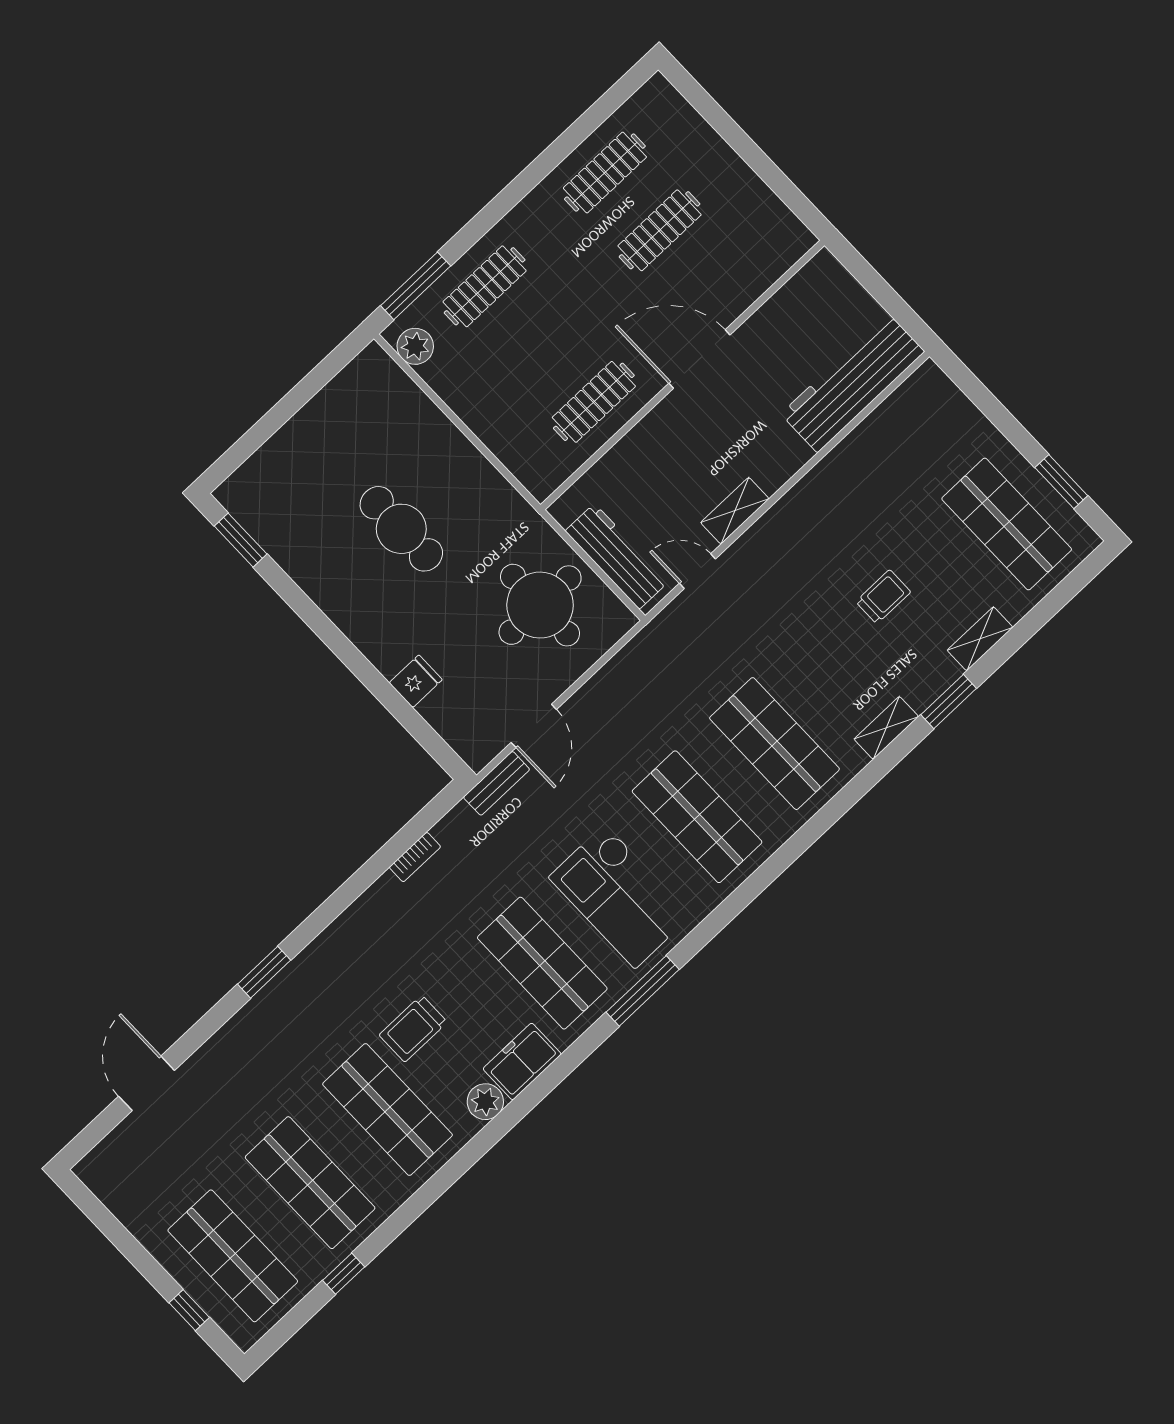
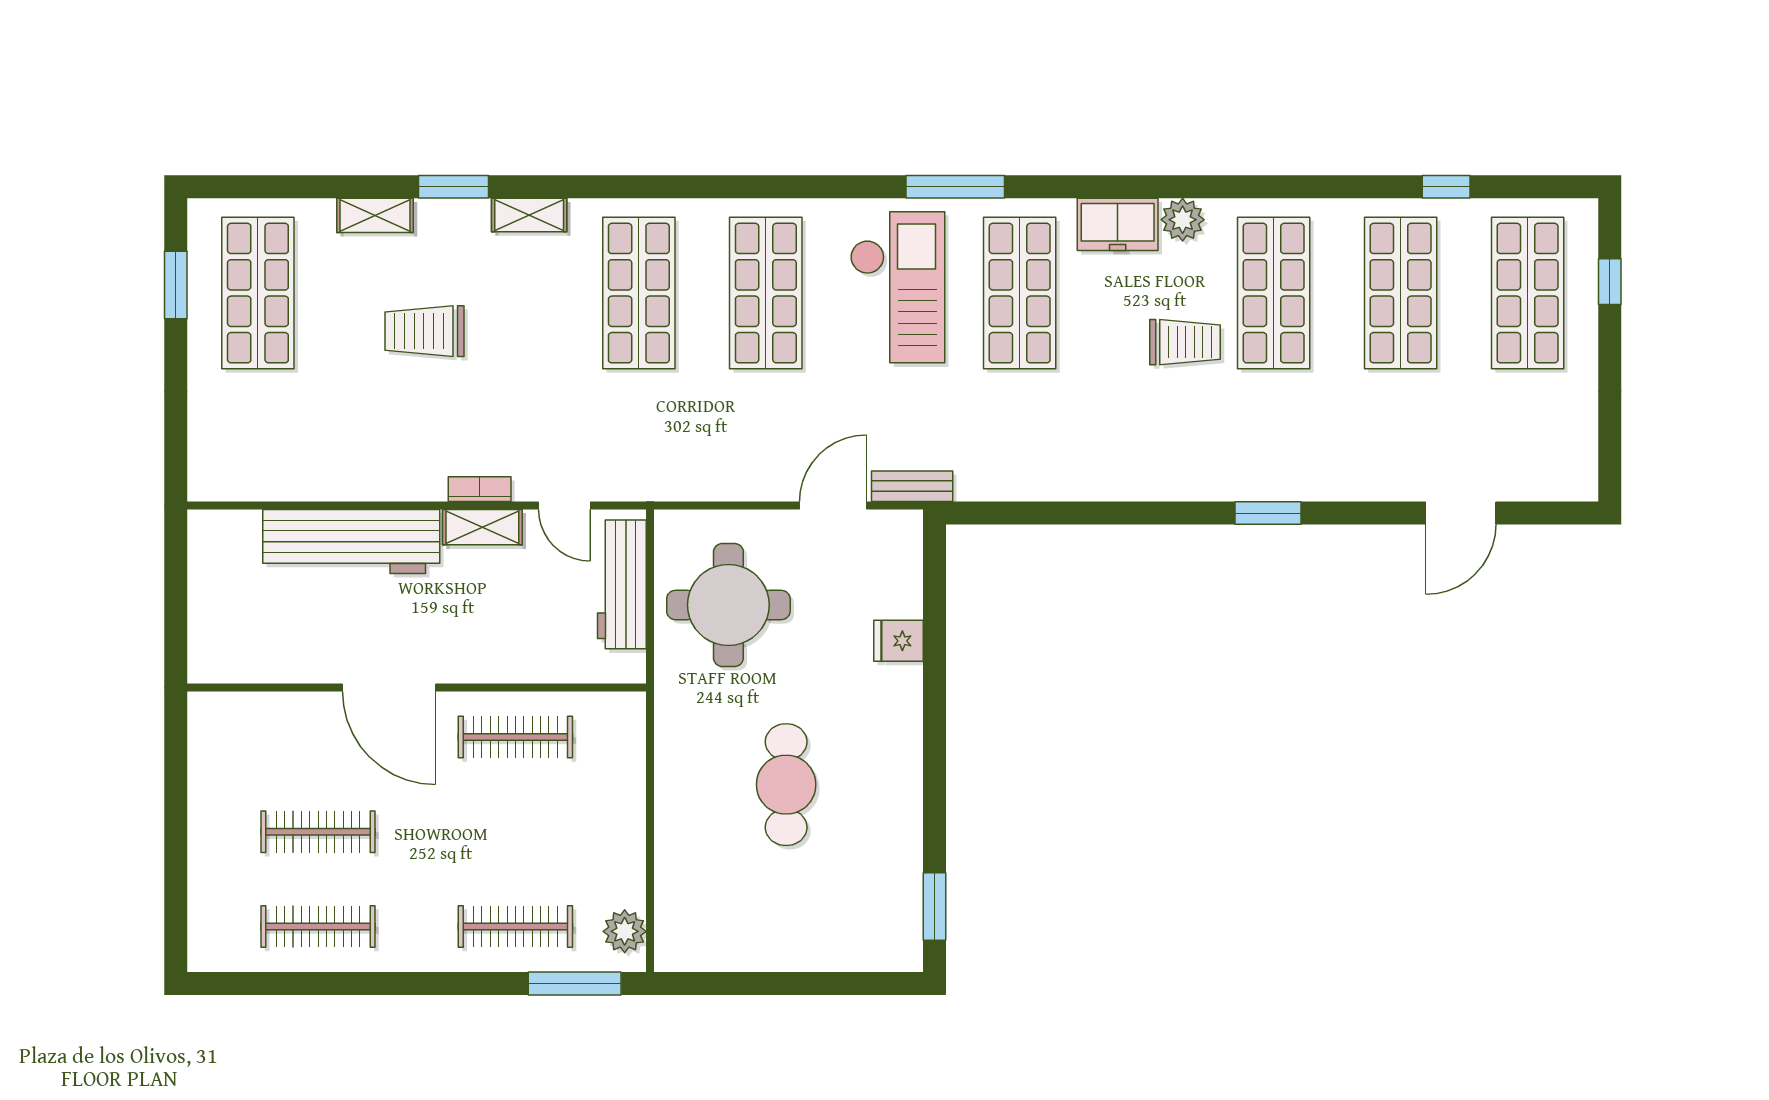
workbench: (853, 383) -> (351, 541), moved
trolley: (883, 597) -> (424, 331), width x1.36, depth x1.39
bookcase: (415, 857) -> (480, 489), moved

